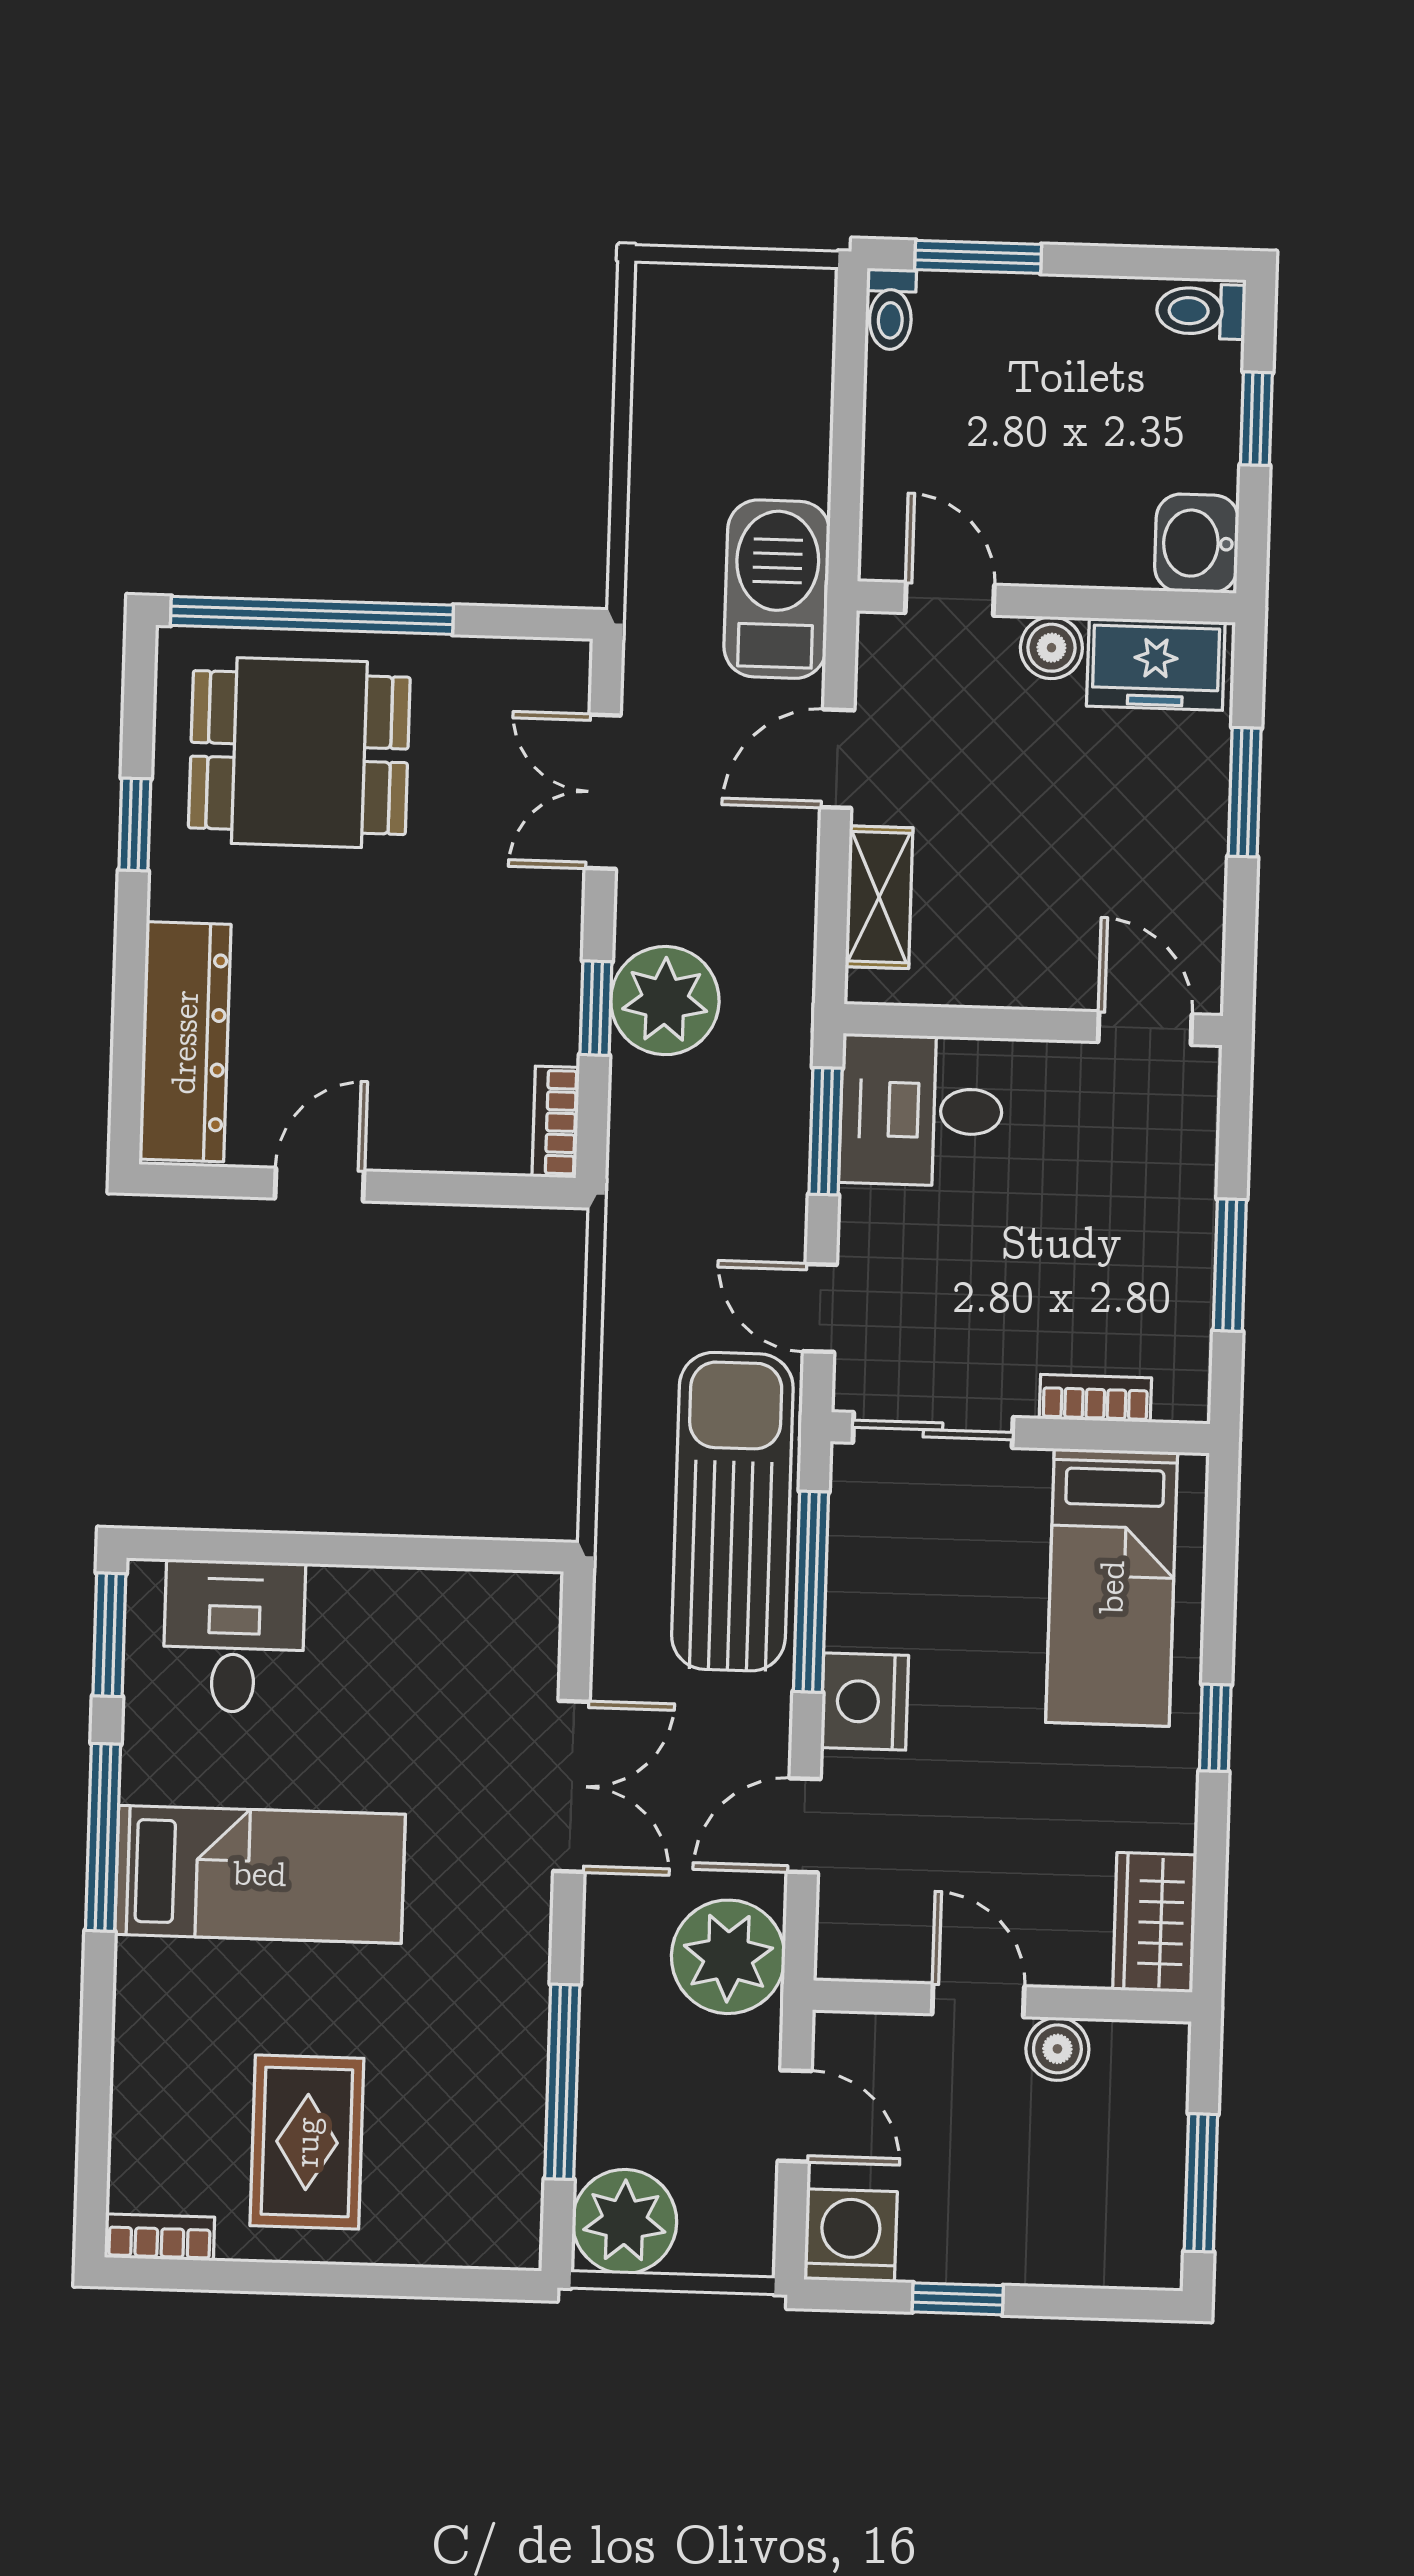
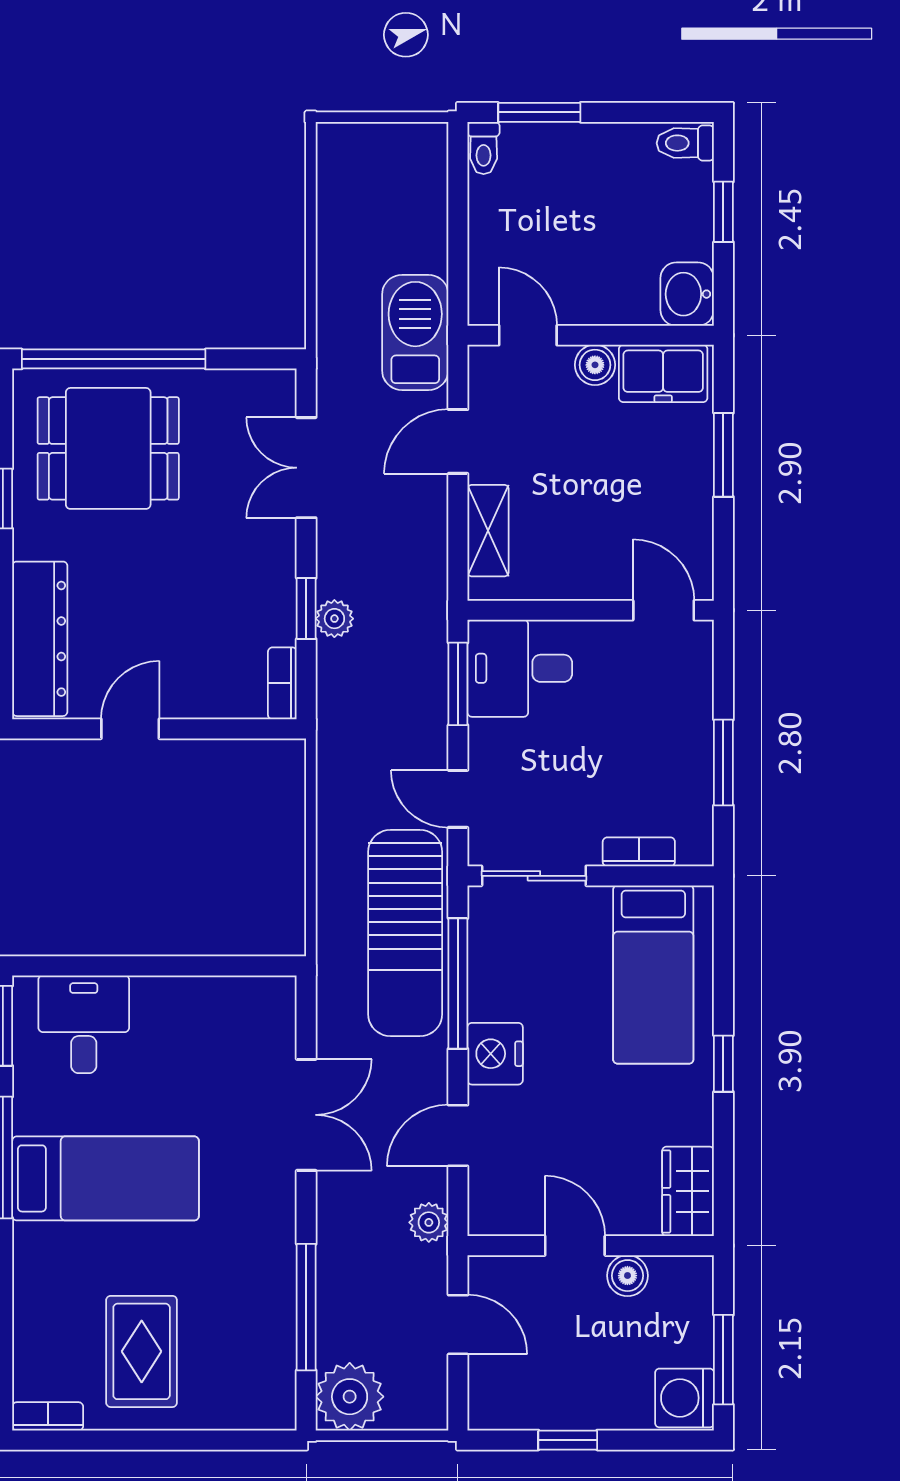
plant: (665, 1001) -> (334, 619), width x0.53, depth x0.53
sun lounger: (732, 1512) -> (405, 933), turned 180
plant: (728, 1957) -> (429, 1222), width x0.53, depth x0.53
washing machine: (851, 2236) -> (685, 1398), moved, turned -90

